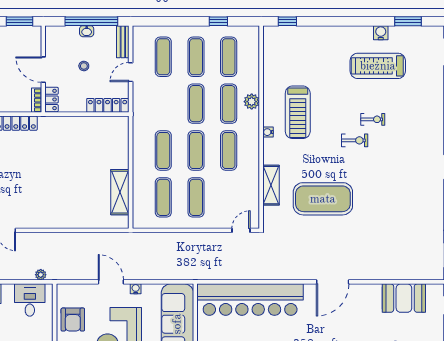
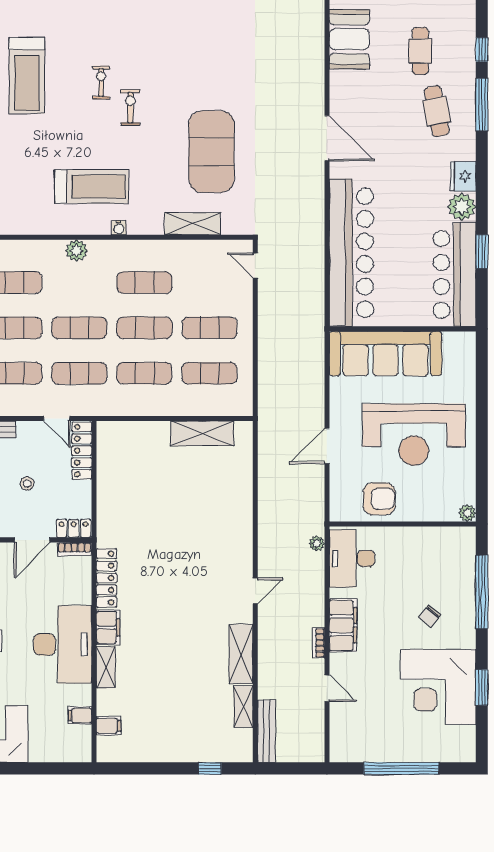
door: (131, 72) -> (57, 418), moved
exercise mat: (229, 104) -> (79, 373), moved
water cooler: (136, 289) -> (336, 412), removed
desk: (30, 300) -> (352, 559), width x1.37

